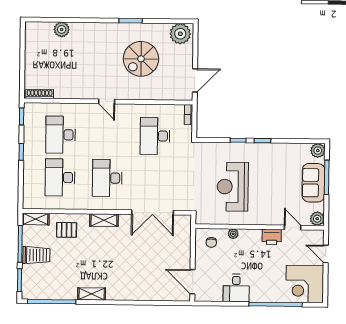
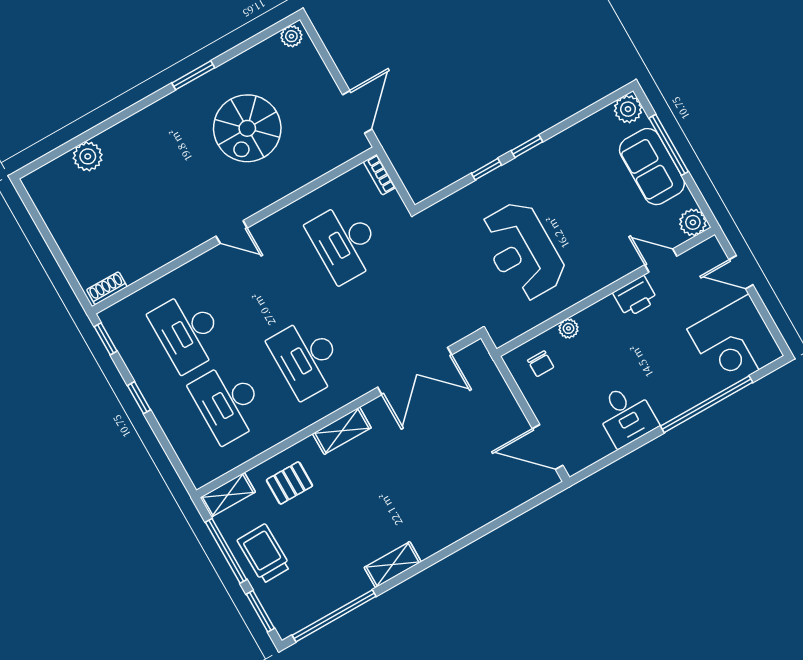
plant: (180, 34) -> (291, 36), width x0.53, depth x0.53
shoe rack: (40, 94) -> (107, 288), width x0.70
trolley: (36, 255) -> (264, 554), turned -91

